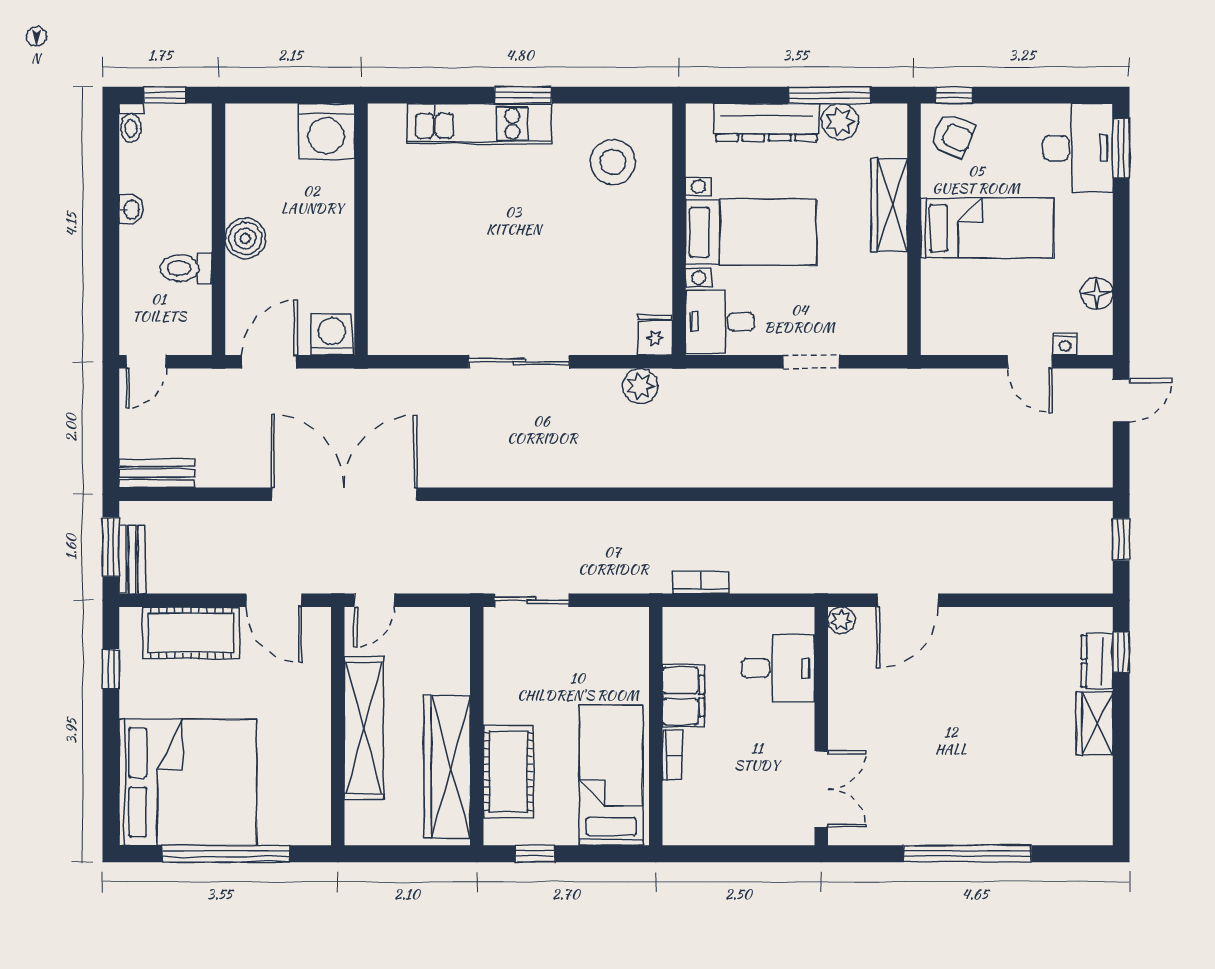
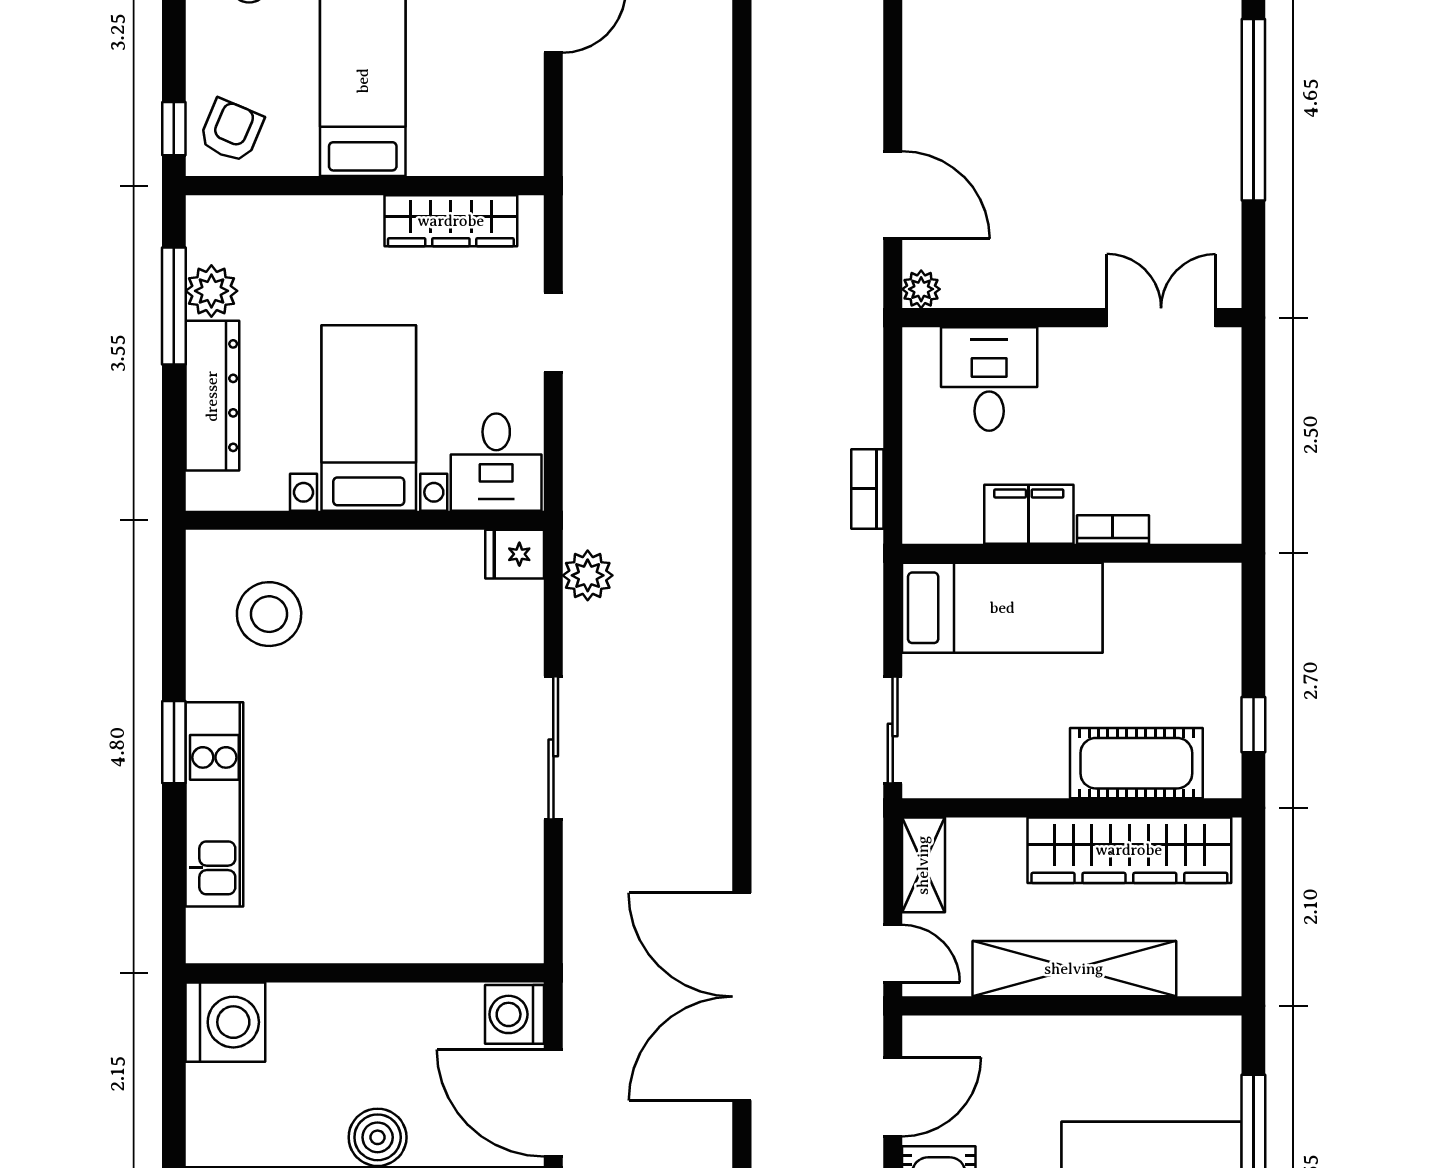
wardrobe: (889, 205) -> (451, 221), moved
door: (269, 362) -> (553, 1103), width x1.36
shelving: (437, 622) -> (923, 865), added
bed: (611, 775) -> (1002, 608), moved, turned 180

